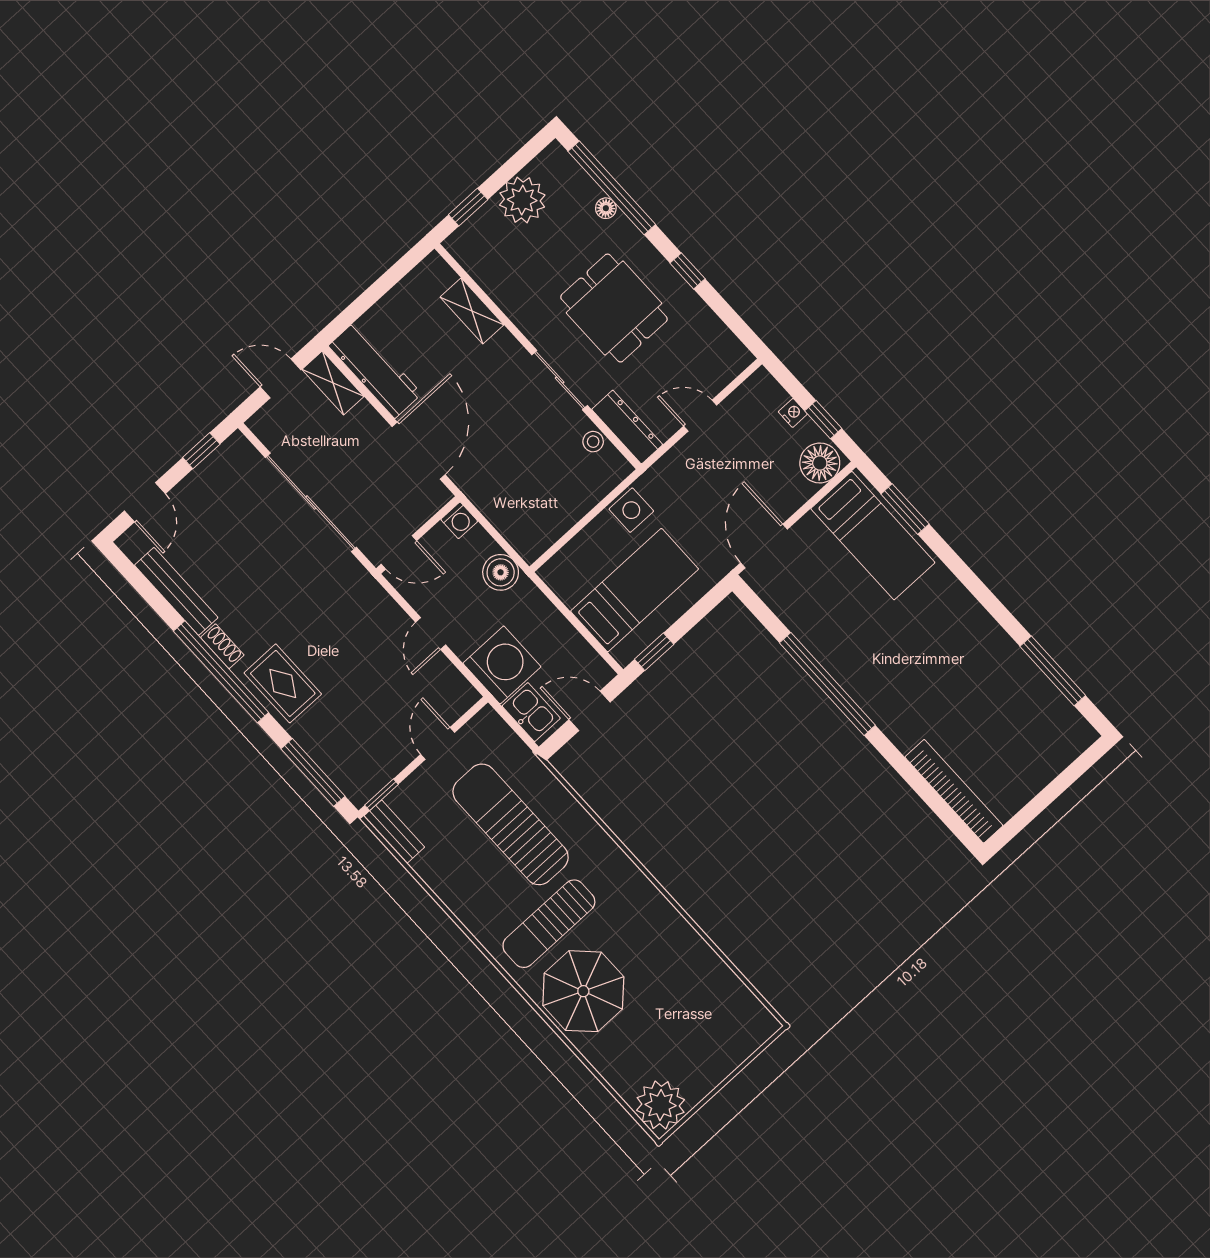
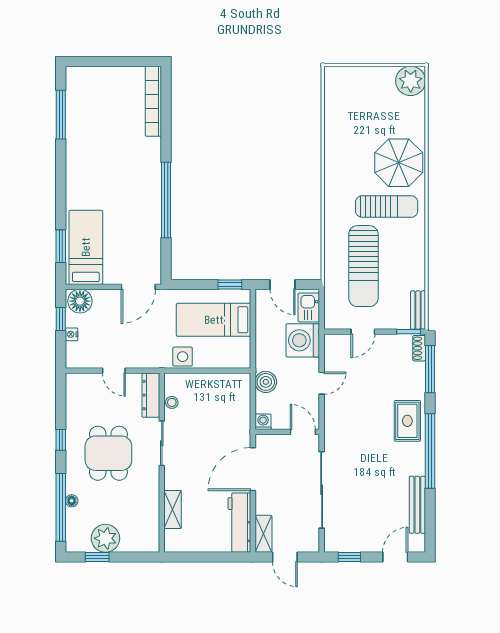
window: (468, 207) -> (97, 557), moved
shoe rack: (222, 646) -> (419, 348), moved

